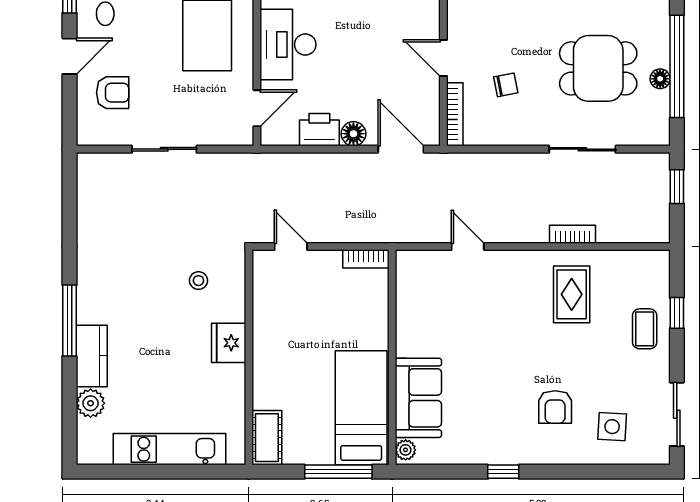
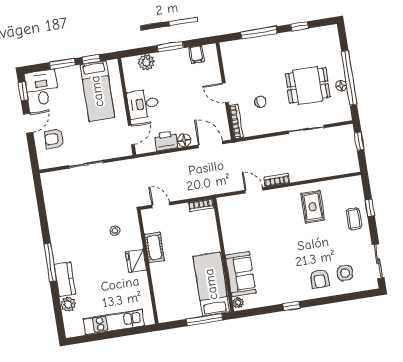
desk: (288, 44) -> (143, 104), width x0.73
armchair: (113, 93) -> (54, 139), turned 180
bookcase: (572, 234) -> (277, 180), moved
armchair: (555, 407) -> (320, 279), moved
cot: (267, 438) -> (154, 247), moved

